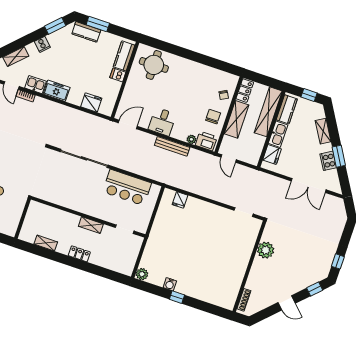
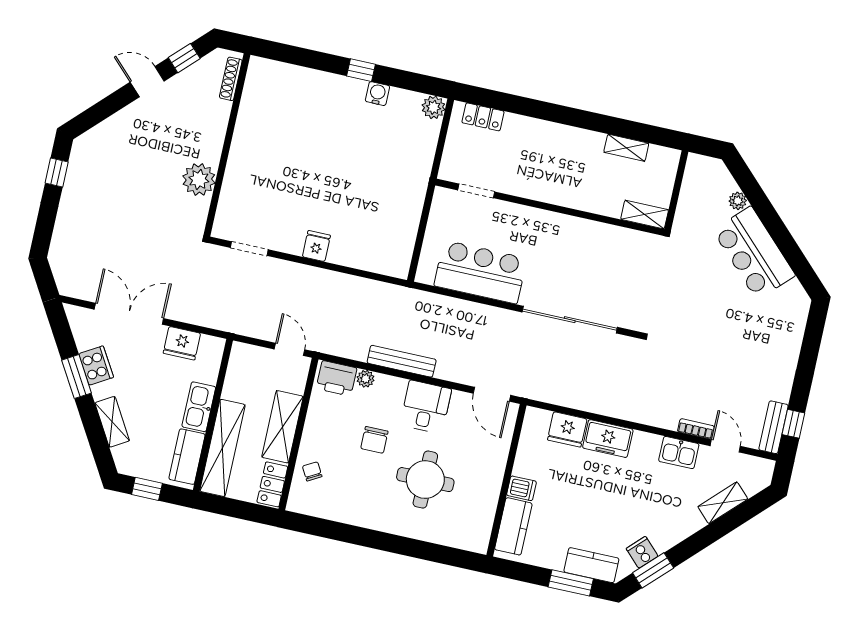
cooker: (42, 44) -> (642, 552), moved
round table: (154, 65) -> (425, 480), moved
freezer: (57, 91) -> (608, 439), moved
chair: (213, 117) -> (374, 440), moved
door: (128, 125) -> (492, 394), hinge flipped
fridge: (272, 154) -> (182, 343), moved, turned -90
fridge: (180, 200) -> (316, 246), moved
shelving: (91, 225) -> (645, 215), moved
locker: (79, 254) -> (483, 117), moved
window: (315, 289) -> (184, 58), moved

